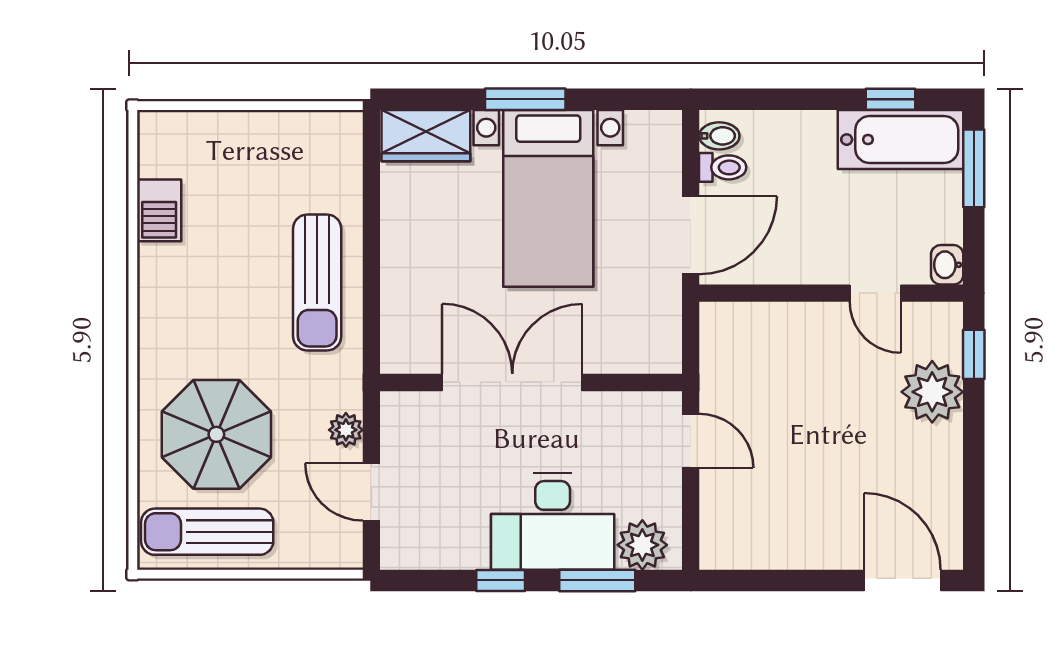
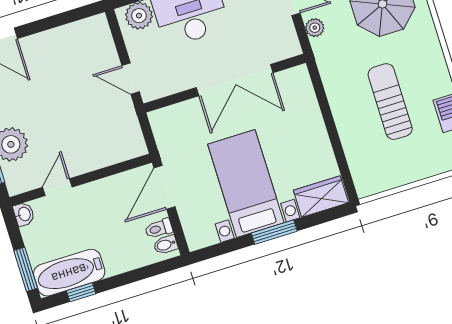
sun lounger: (317, 283) -> (390, 102), moved
door: (875, 293) -> (57, 187), hinge flipped

